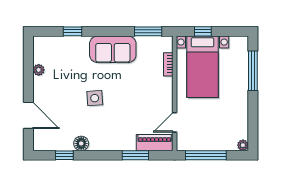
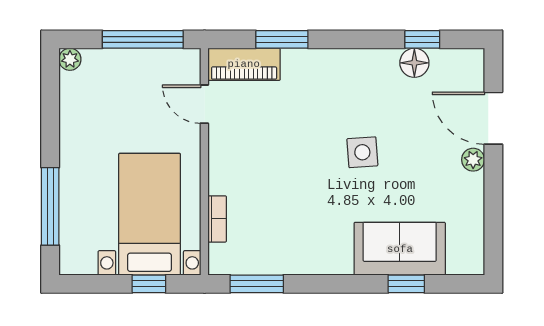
sofa: (113, 49) -> (400, 249), moved
plant: (39, 70) -> (473, 160), moved
door: (175, 122) -> (204, 104), swing flipped
floor lamp: (81, 143) -> (414, 63), moved

